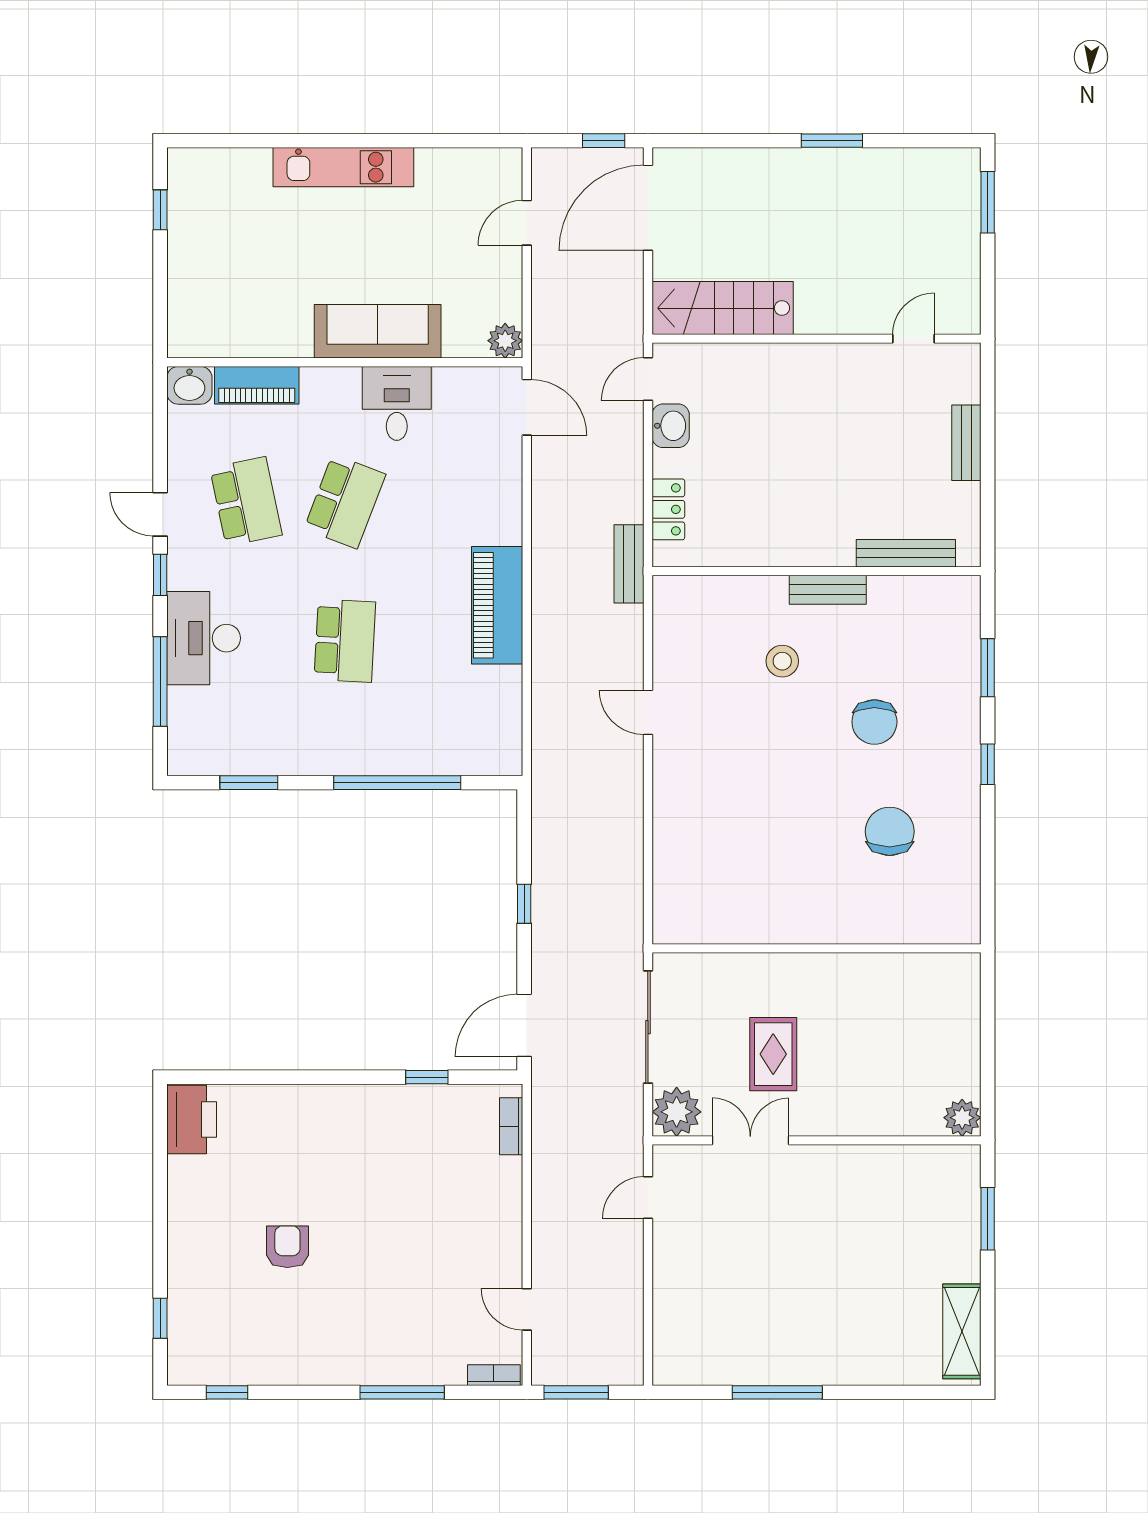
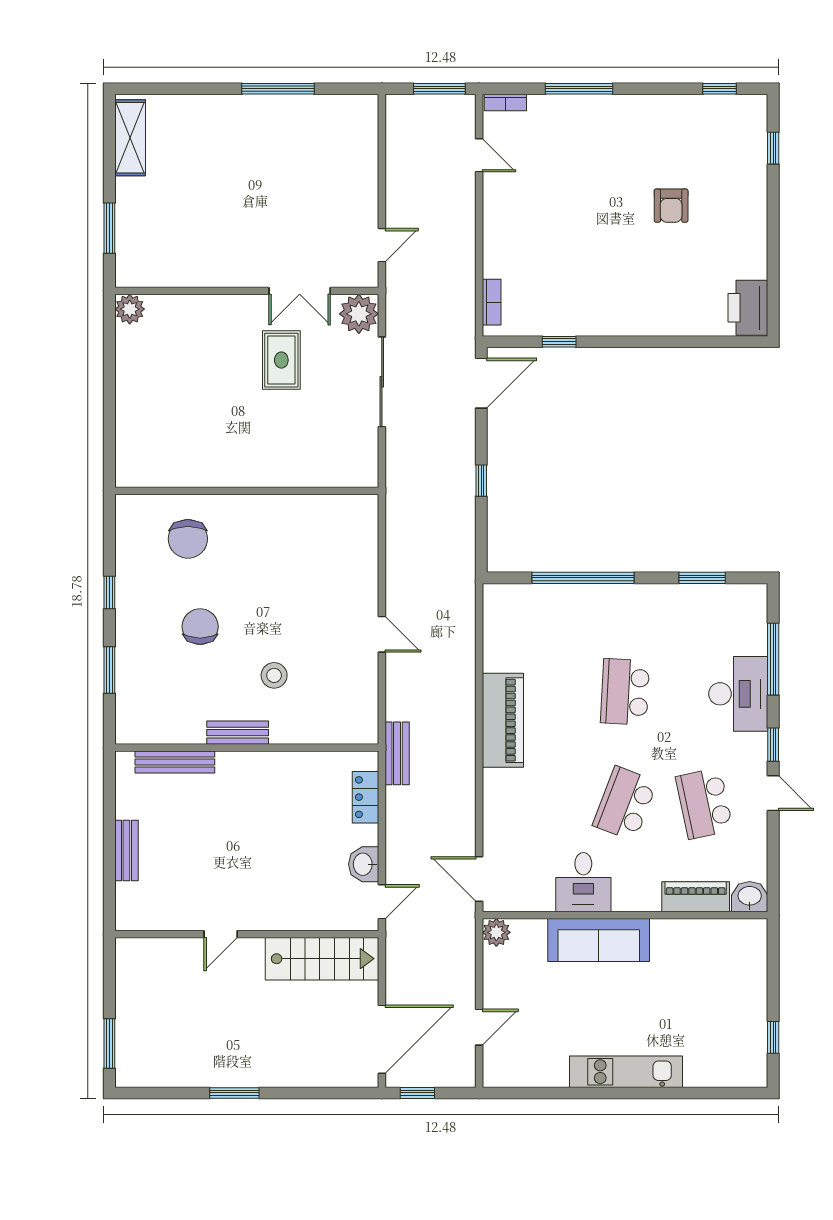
door: (913, 339) -> (221, 934), moved
wall: (816, 948) -> (247, 491), moved

